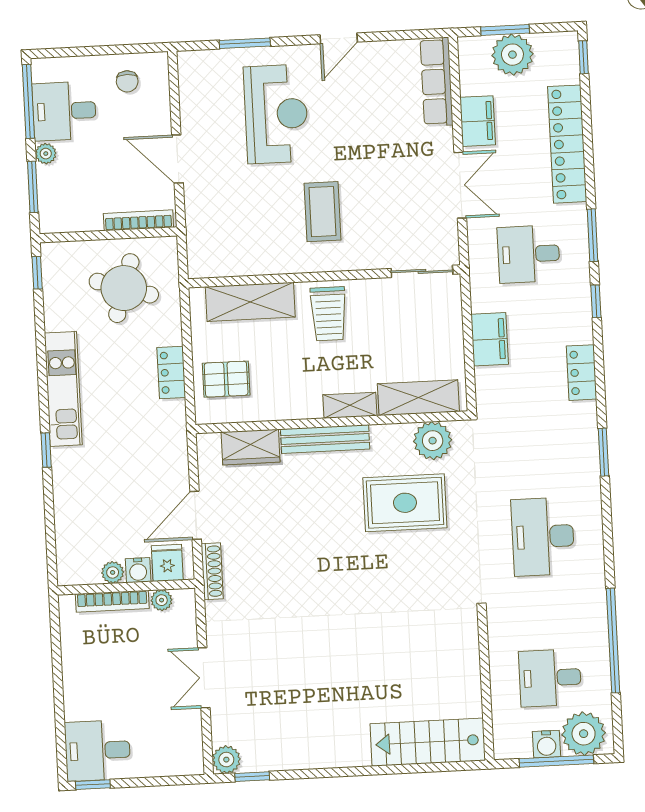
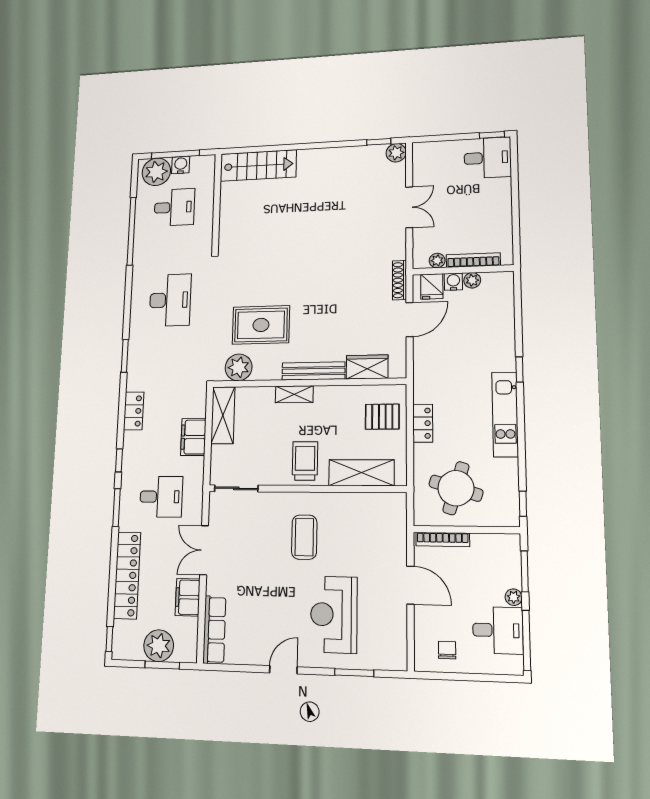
shelving: (418, 398) -> (223, 415), moved, turned 90

